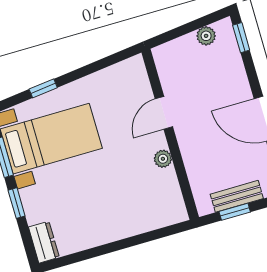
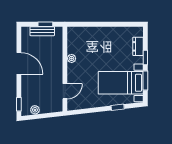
door: (164, 113) -> (65, 91), moved
dresser: (44, 242) -> (138, 46), moved

